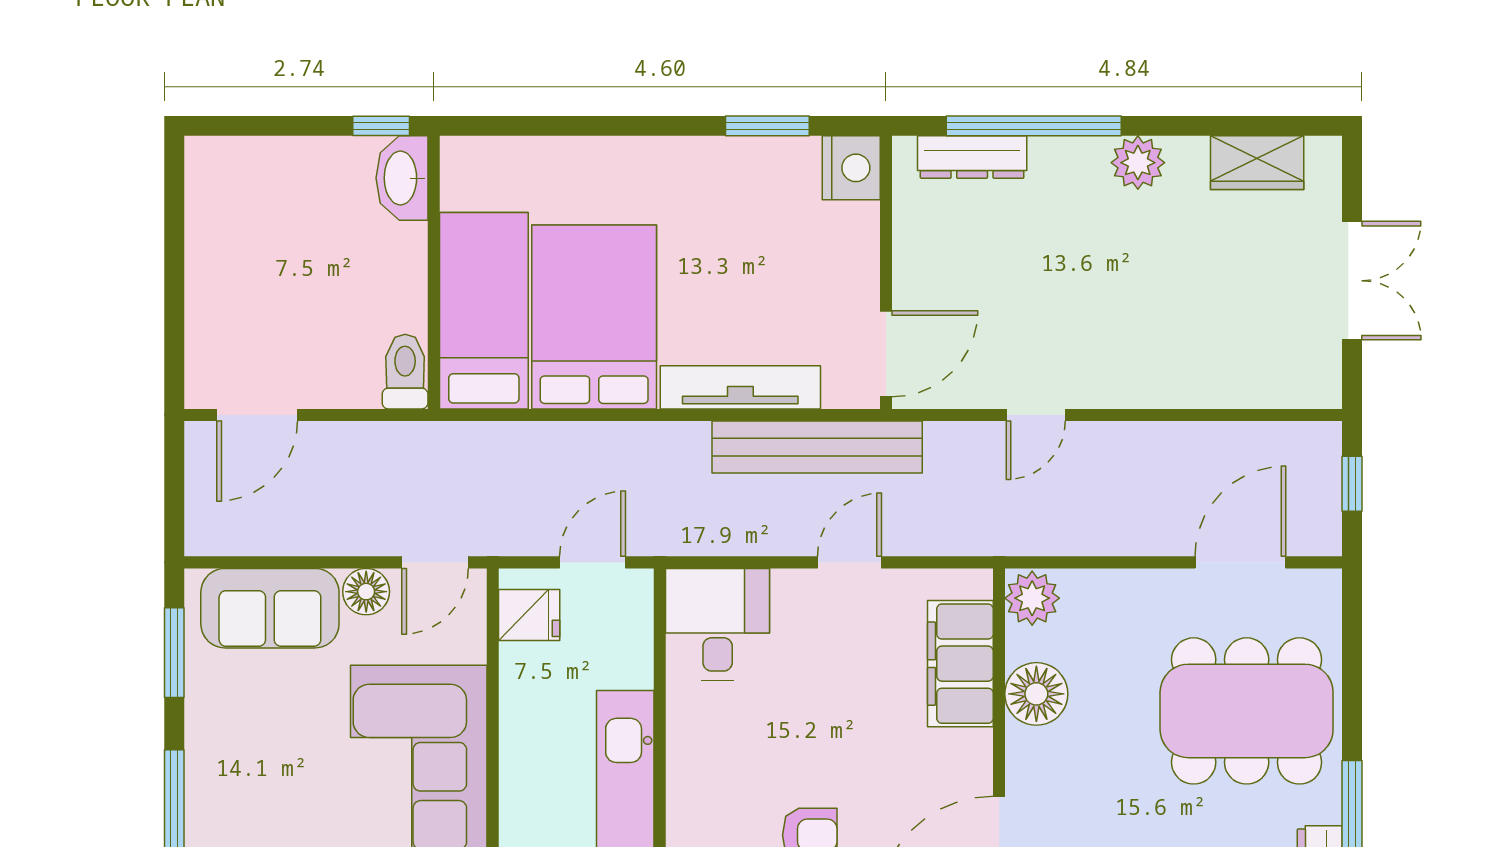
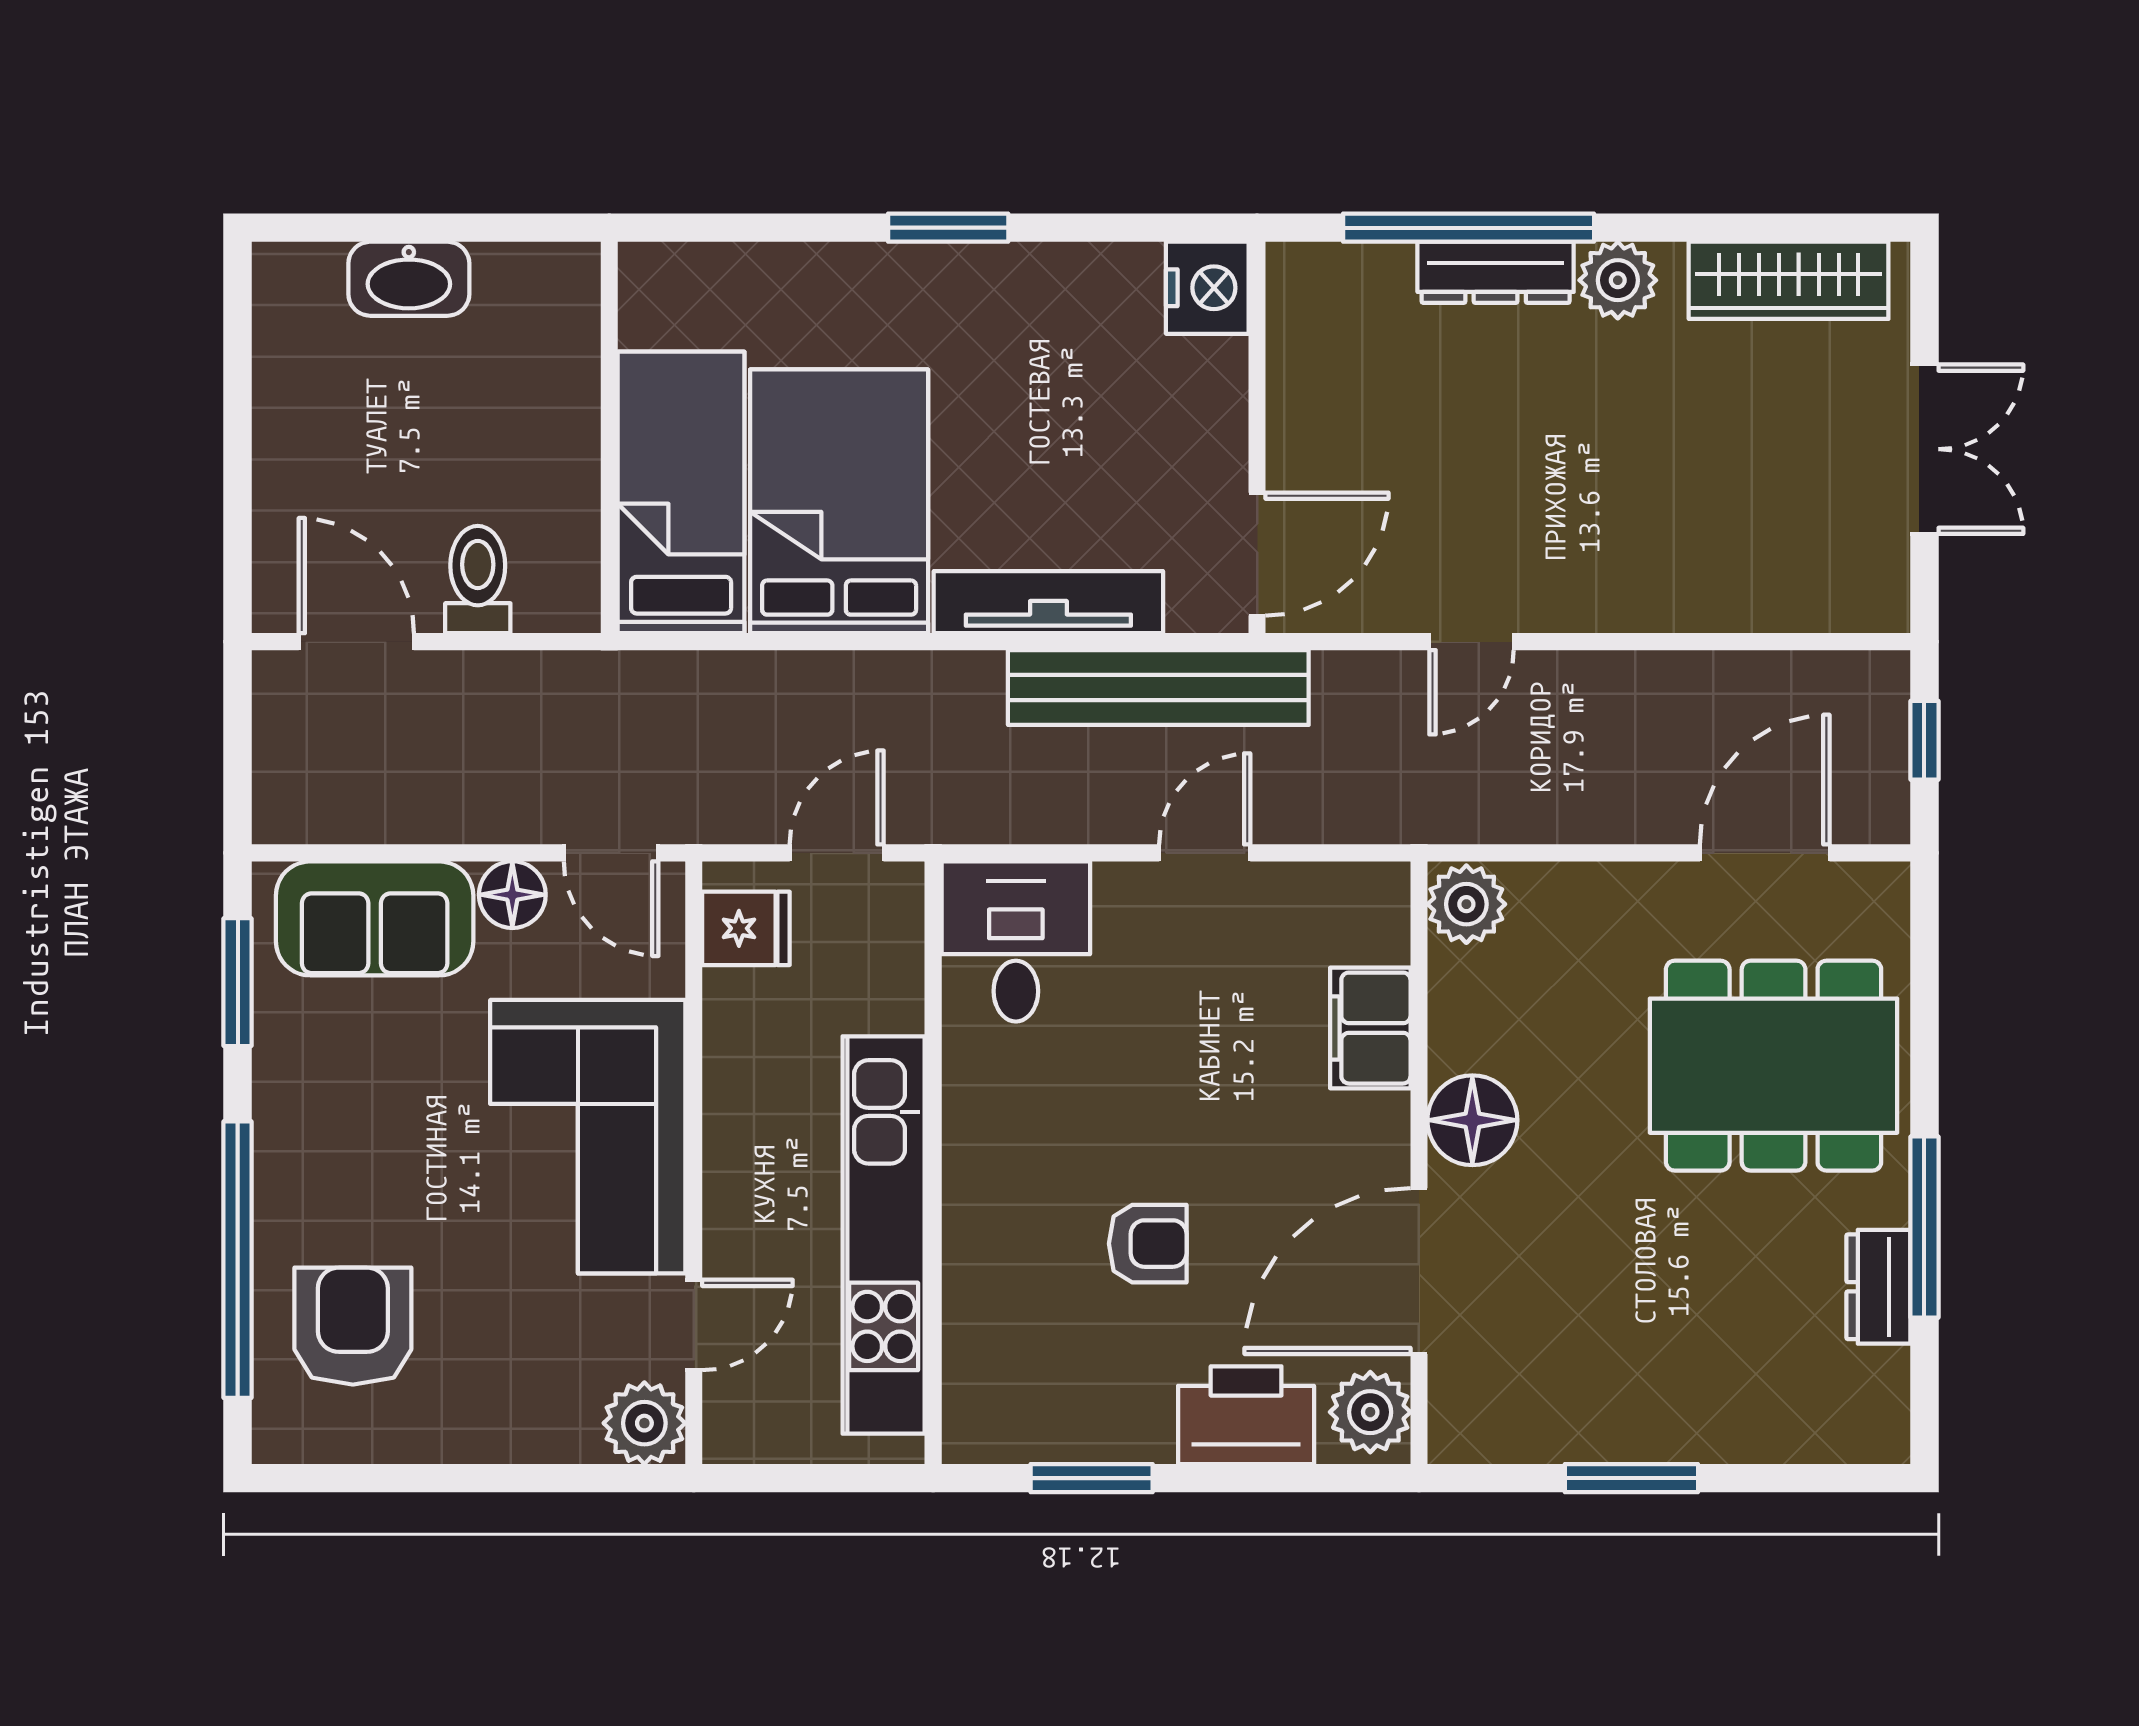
window: (381, 126) -> (534, 228), removed
window: (767, 126) -> (948, 228), moved
dresser: (972, 157) -> (1496, 272), moved
wardrobe: (1257, 163) -> (1789, 280), width x1.50
washbasin: (402, 178) -> (409, 279), moved, turned -90
toilet: (405, 372) -> (478, 580), moved
door: (257, 415) -> (356, 642), swing flipped
door: (435, 562) -> (611, 853), hinge flipped
filing cabinet: (960, 664) -> (1370, 1028), width x0.67, depth x0.86
floor lamp: (1036, 694) -> (1472, 1120), moved

